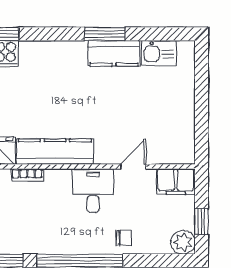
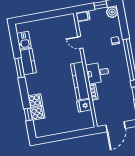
cooker: (32, 53) -> (35, 101), added
filing cabinet: (176, 182) -> (83, 16), width x0.50
desk: (93, 191) -> (98, 73), moved

